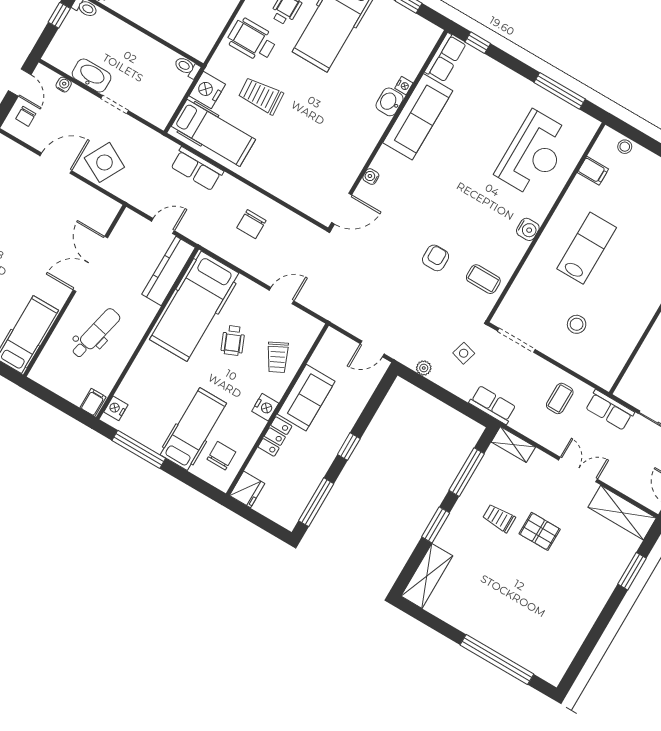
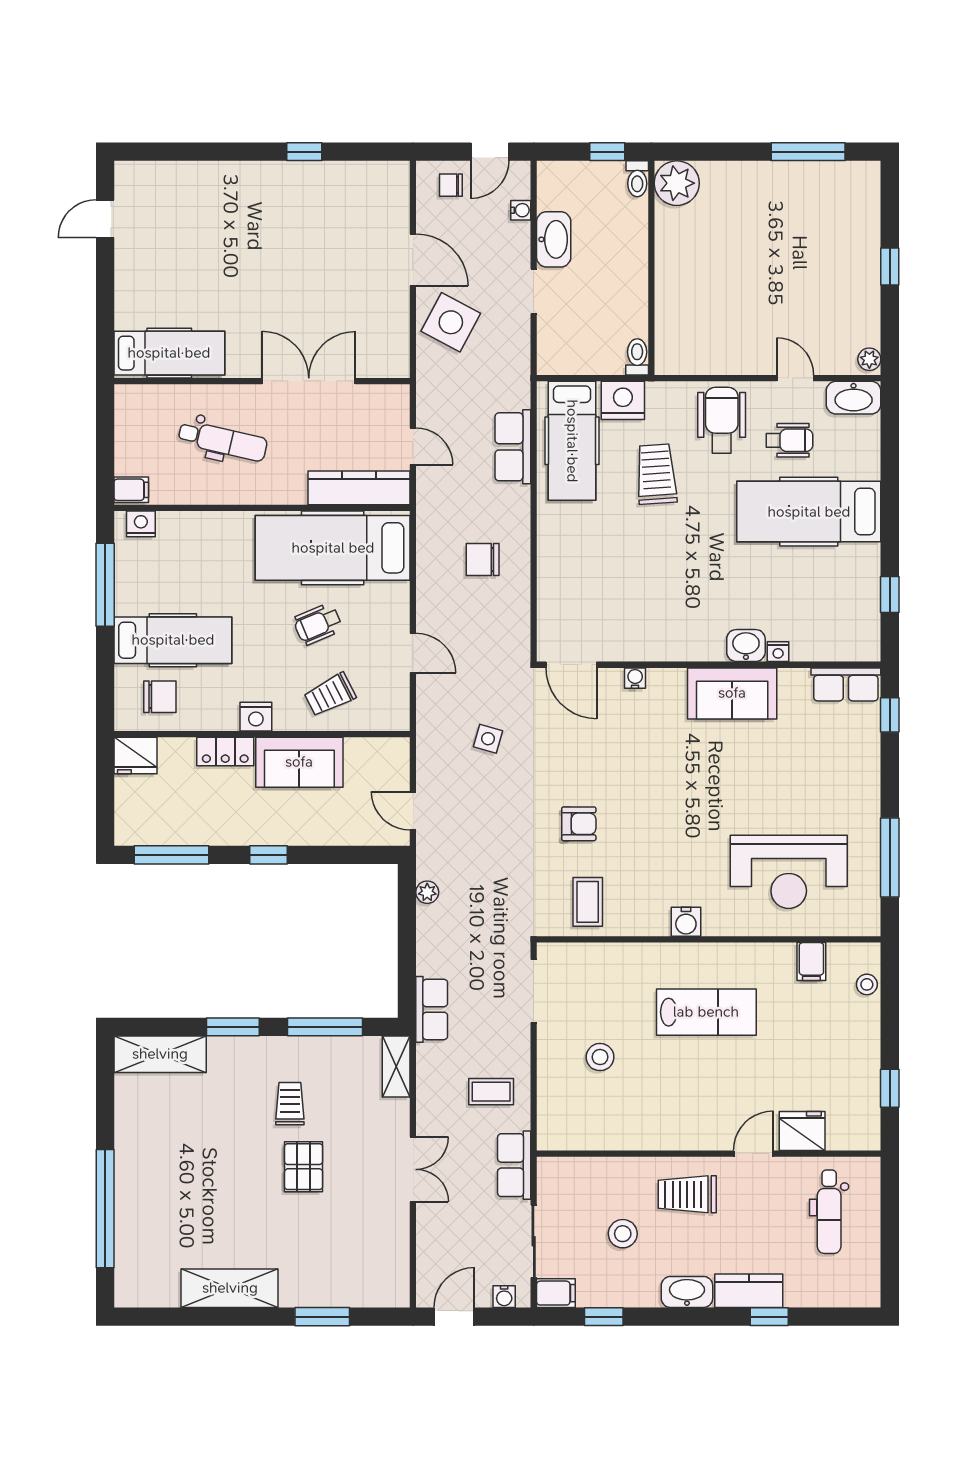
sofa: (418, 117) -> (732, 693), width x0.73
side table: (464, 353) -> (488, 739), moved
shelving: (622, 513) -> (230, 1288), moved, turned 90

